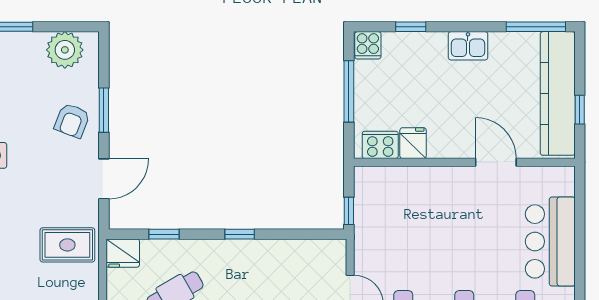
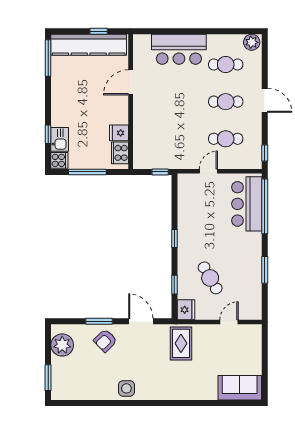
kitchen sink: (468, 46) -> (60, 139), moved
armchair: (72, 121) -> (105, 341), turned 115

